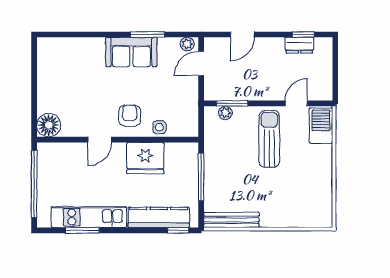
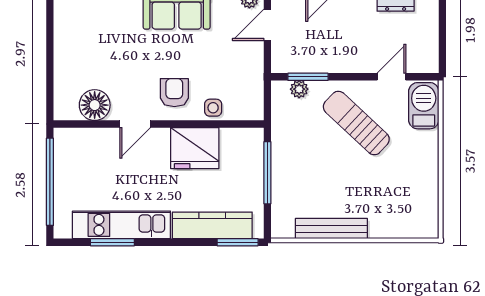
floor lamp: (49, 125) -> (95, 105), moved
sun lounger: (269, 139) -> (356, 123), turned -47
bench: (231, 220) -> (331, 229), moved
window: (178, 230) -> (238, 242), width x1.50

